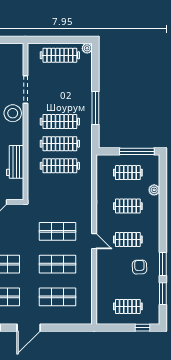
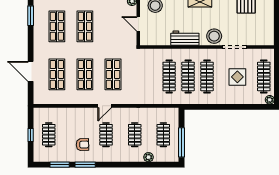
display table: (60, 86) -> (237, 77), added
window: (95, 108) -> (219, 107), removed
workbench: (15, 162) -> (185, 38), moved
door: (29, 328) -> (31, 71), moved
window: (143, 328) -> (31, 135), moved

